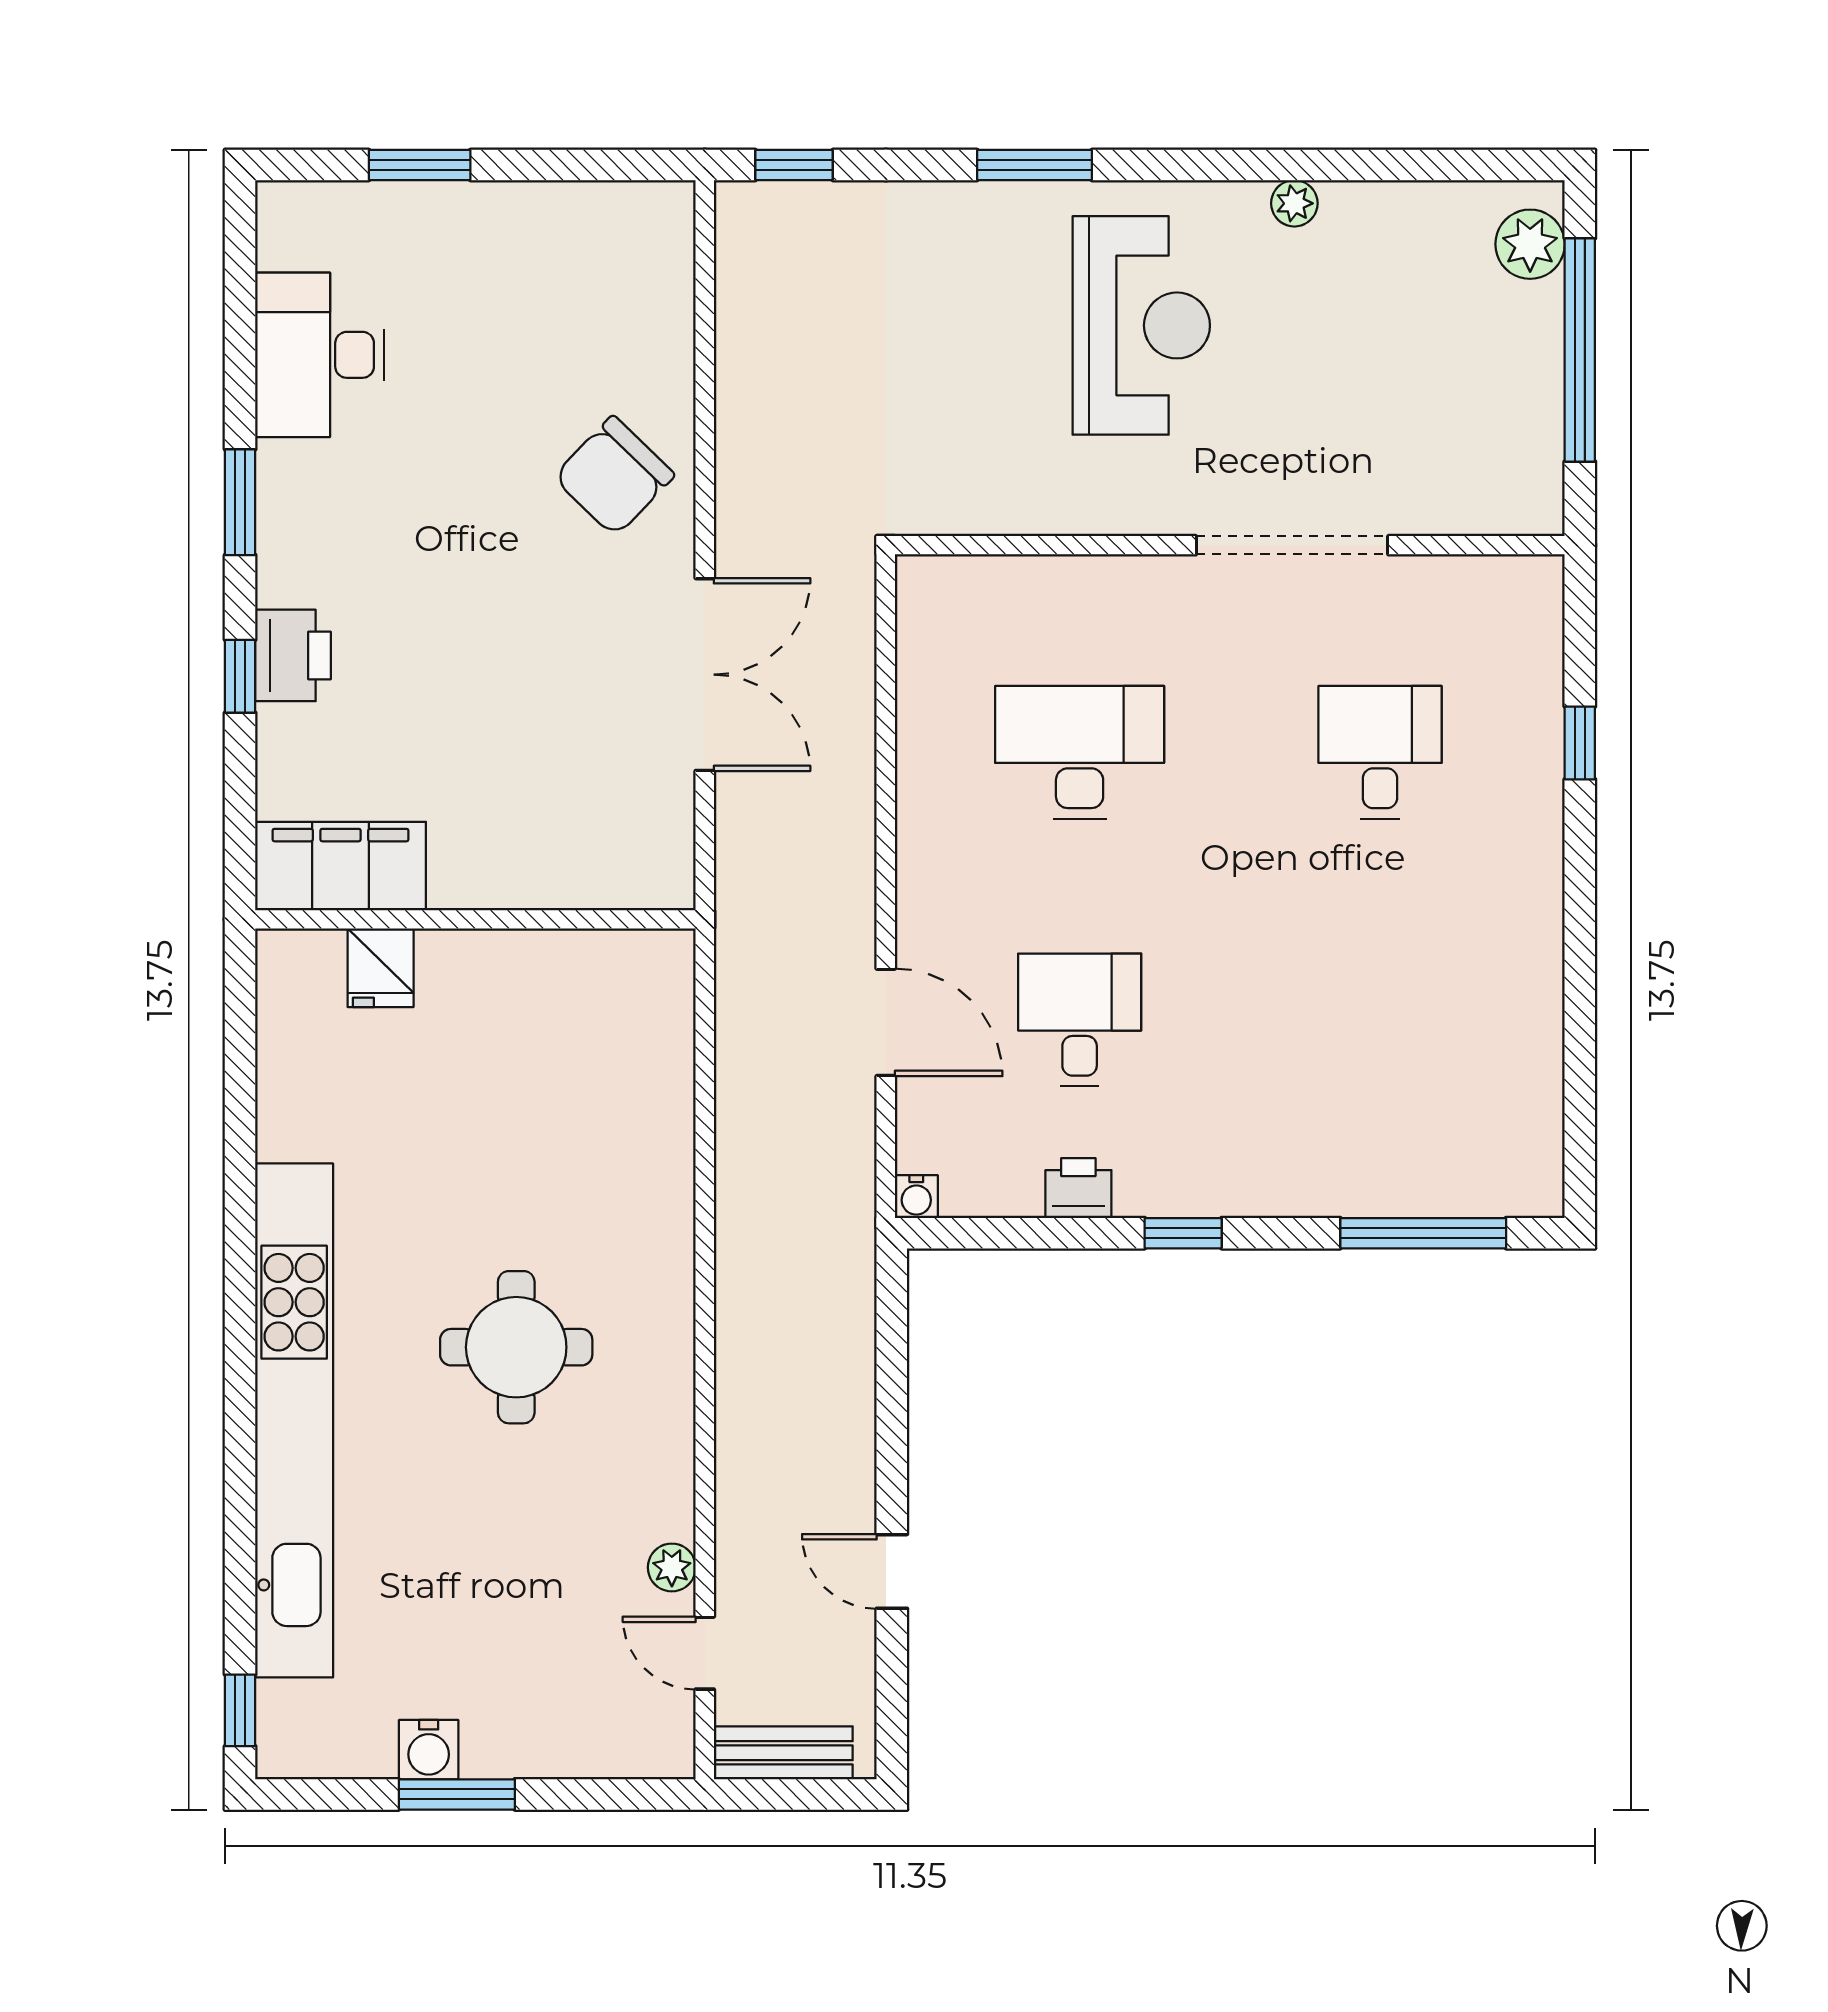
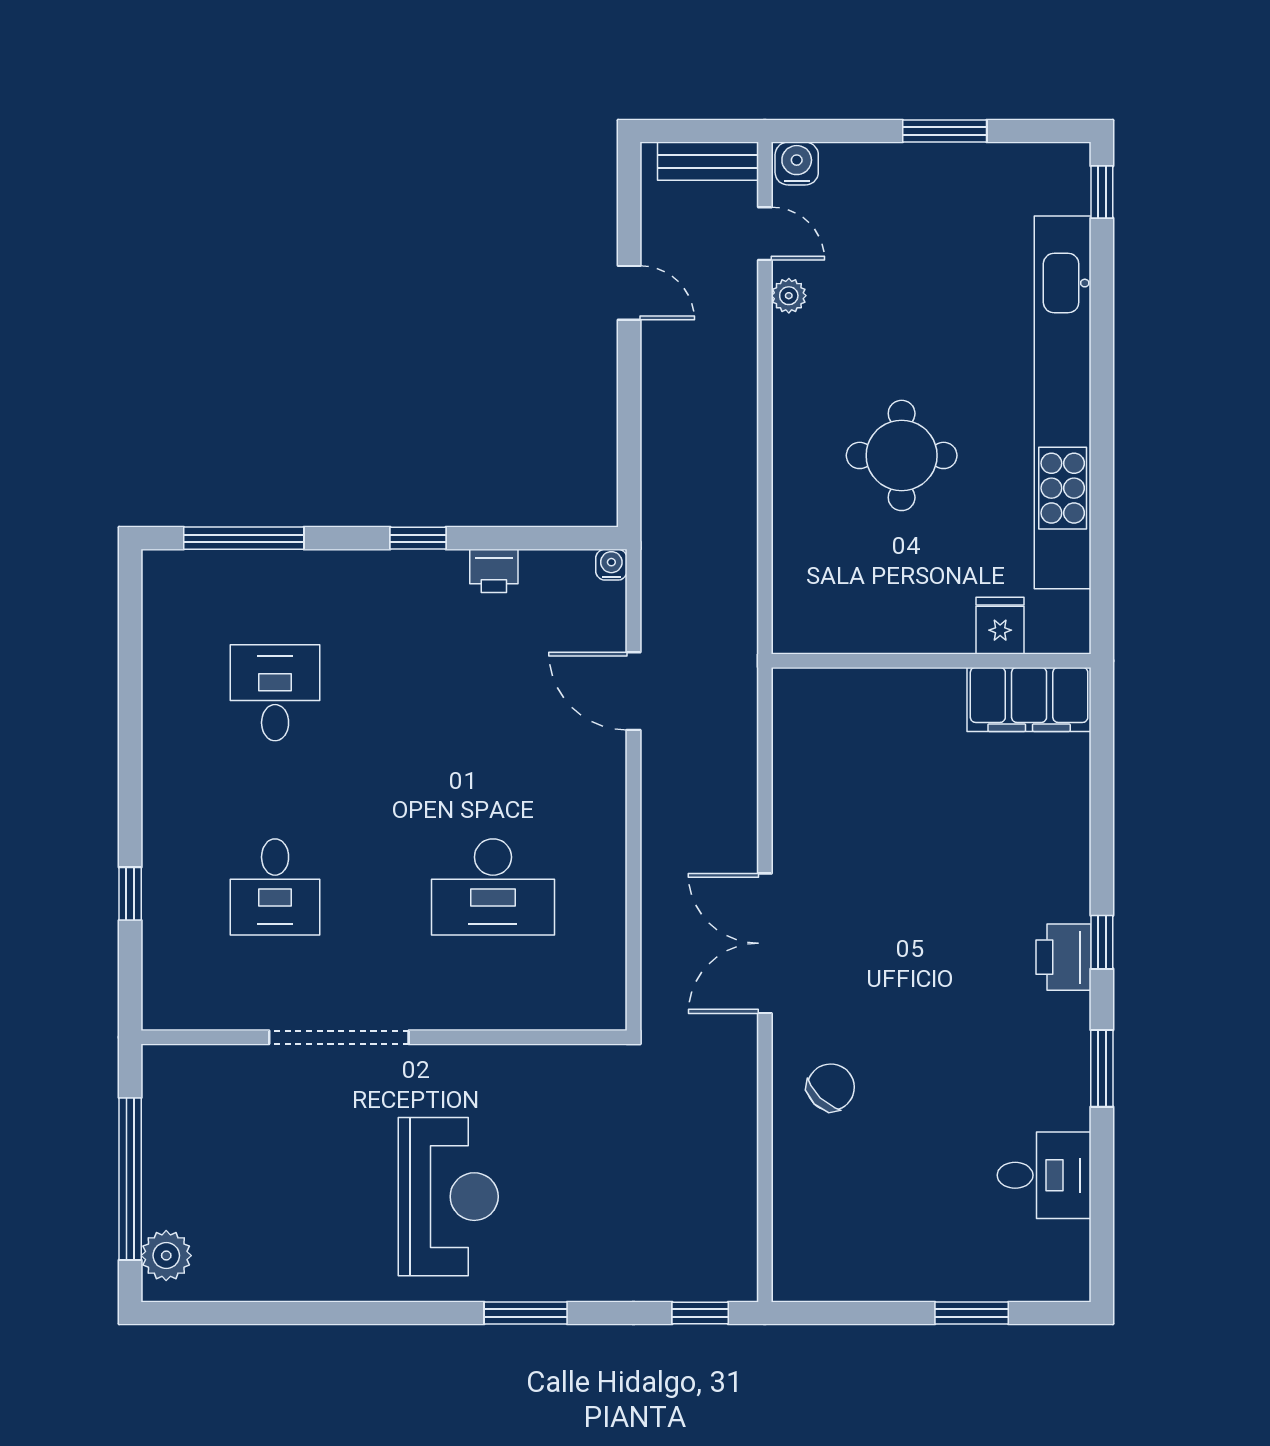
plant: (1294, 203) -> (337, 1285), removed
reception desk: (1141, 325) -> (448, 1197), turned 180
desk: (320, 355) -> (1044, 1175), width x0.73
chair: (614, 476) -> (831, 1087), width x0.73, depth x0.73
filing cabinet: (341, 866) -> (1029, 699), moved
wall: (475, 919) -> (931, 661), moved
fridge: (381, 968) -> (1000, 626), moved
desk: (1080, 1020) -> (275, 693), moved, turned 180
water cooler: (429, 1750) -> (797, 164), moved

